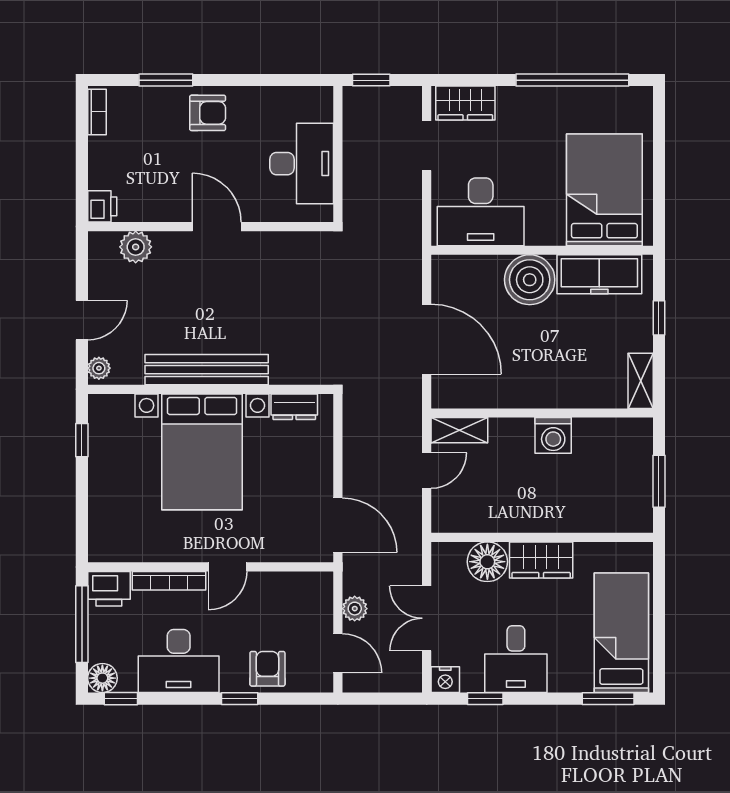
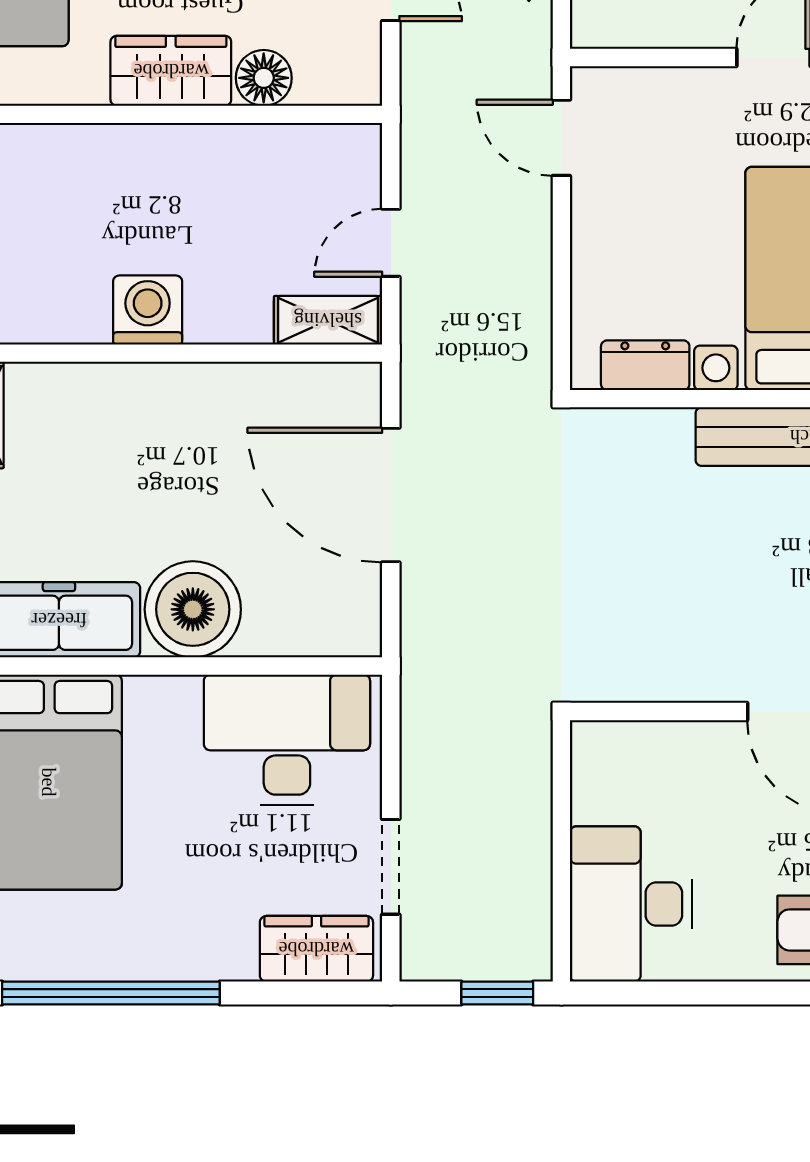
desk: (302, 164) -> (631, 904), moved
door: (338, 525) -> (561, 138), width x0.73
floor lamp: (487, 562) -> (264, 78), width x0.73, depth x0.73

